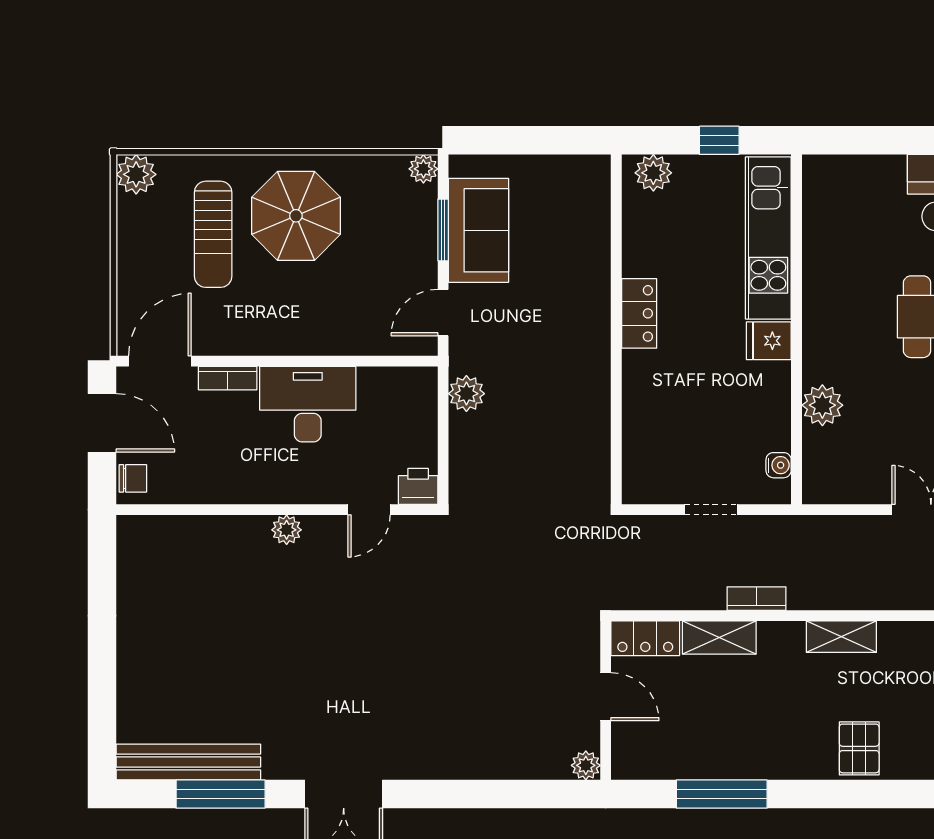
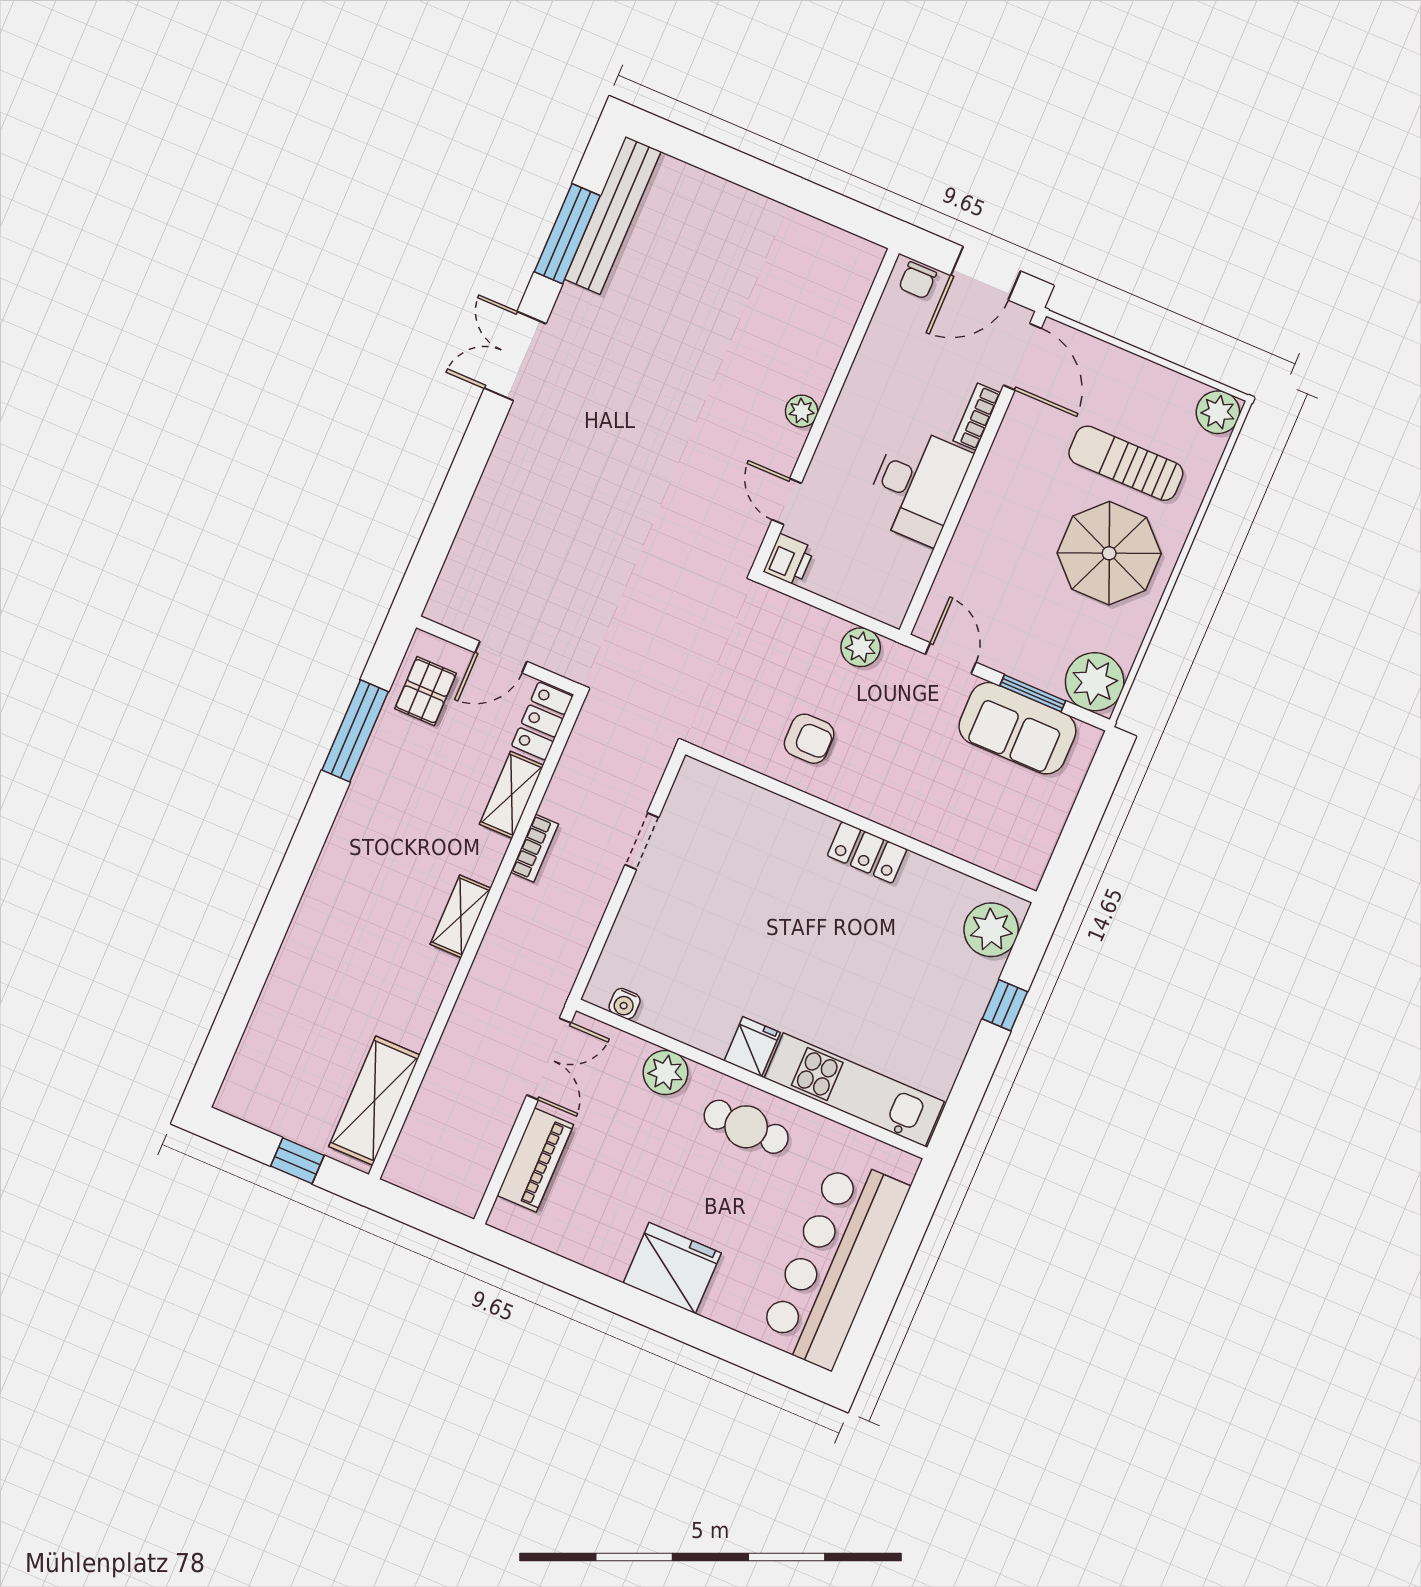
plant: (423, 169) -> (1095, 682), width x1.87, depth x1.87
plant: (653, 173) -> (991, 930), width x1.36, depth x1.36
kitchen unit: (768, 238) -> (854, 1090), moved
wall: (796, 329) -> (752, 1079), moved
fridge: (769, 341) -> (752, 1047), moved
armchair: (563, 404) -> (809, 739), added
plant: (822, 405) -> (665, 1073), moved
water cooler: (779, 465) -> (625, 1004), moved
pallet: (859, 748) -> (426, 691), moved, turned 90
plant: (586, 765) -> (441, 608), removed

